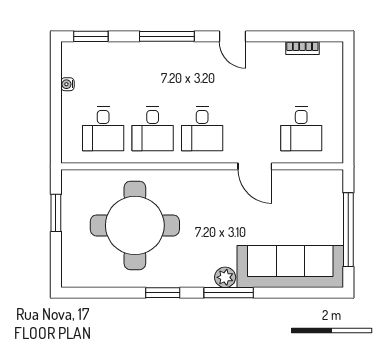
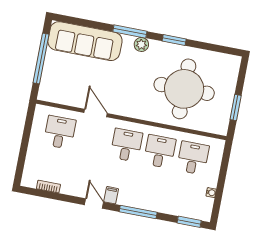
filing cabinet: (210, 53) -> (111, 195), added
plant: (225, 277) -> (141, 44), moved

